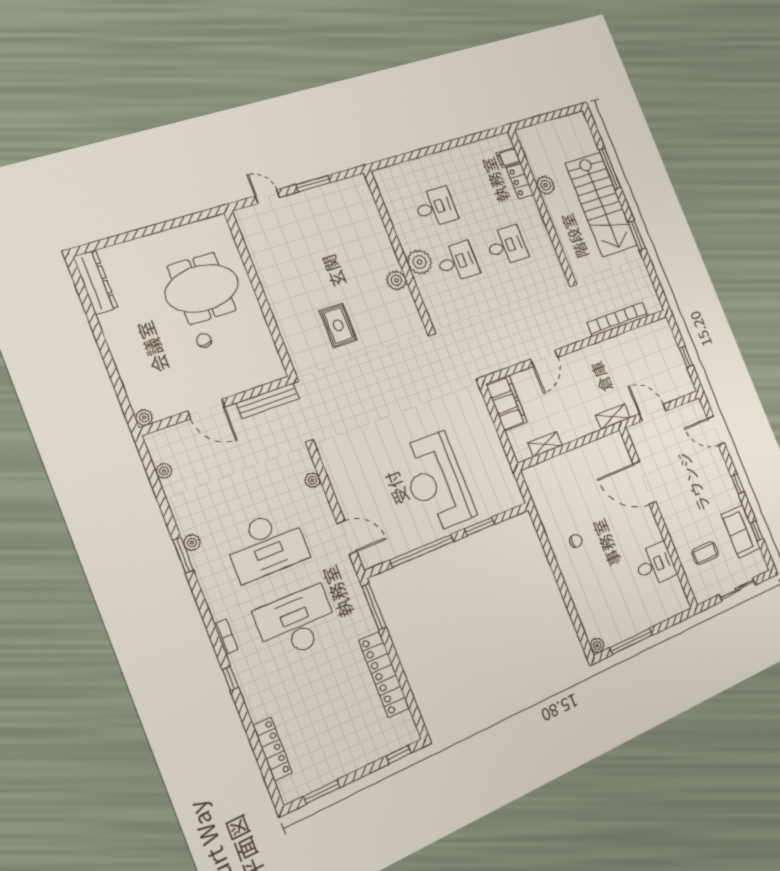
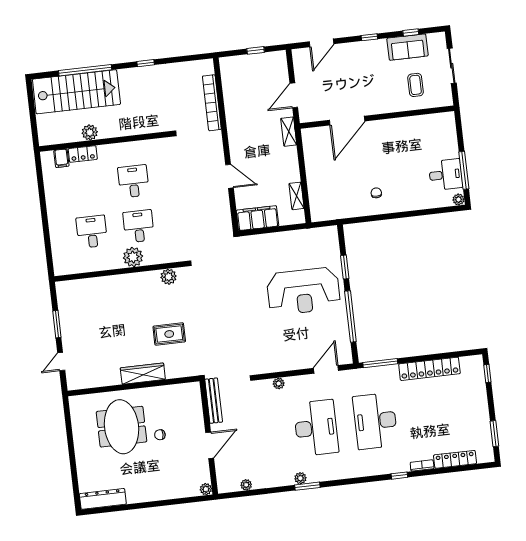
window: (610, 169) -> (85, 70), width x1.46
stairs: (601, 204) -> (76, 92), moved
window: (637, 235) -> (146, 63), width x0.67
plant: (396, 280) -> (169, 277), moved
wardrobe: (279, 302) -> (143, 374), added
desk: (655, 565) -> (446, 175), moved, turned 90
bookcase: (226, 637) -> (422, 465), moved

